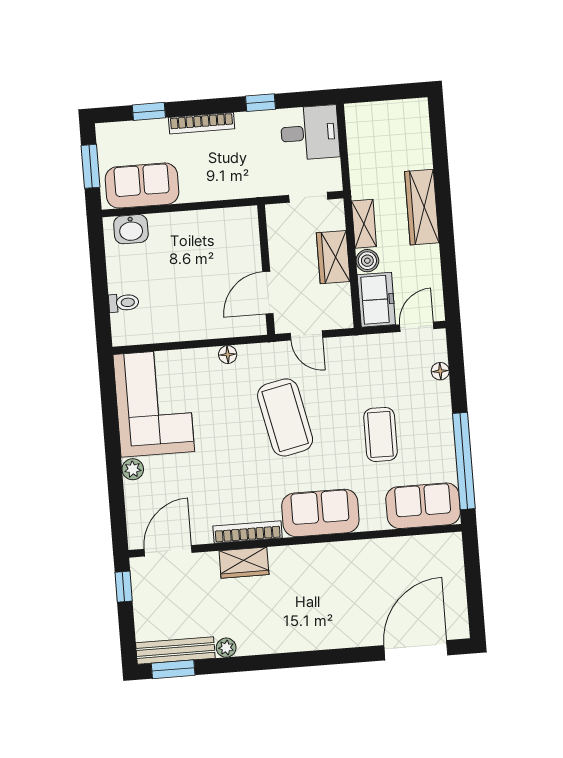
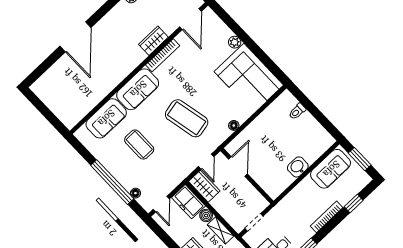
washbasin: (131, 229) -> (298, 167), moved
wardrobe: (333, 257) -> (204, 186), moved
door: (306, 335) -> (206, 162), swing flipped
window: (464, 461) -> (112, 182), moved
sofa: (423, 506) -> (106, 118), moved
door: (416, 650) -> (75, 37), moved

